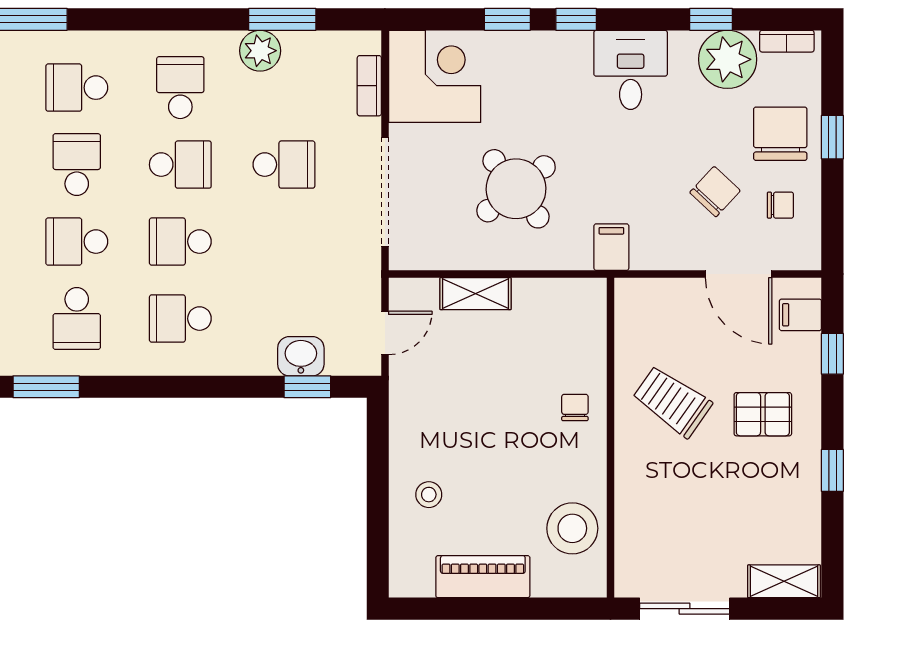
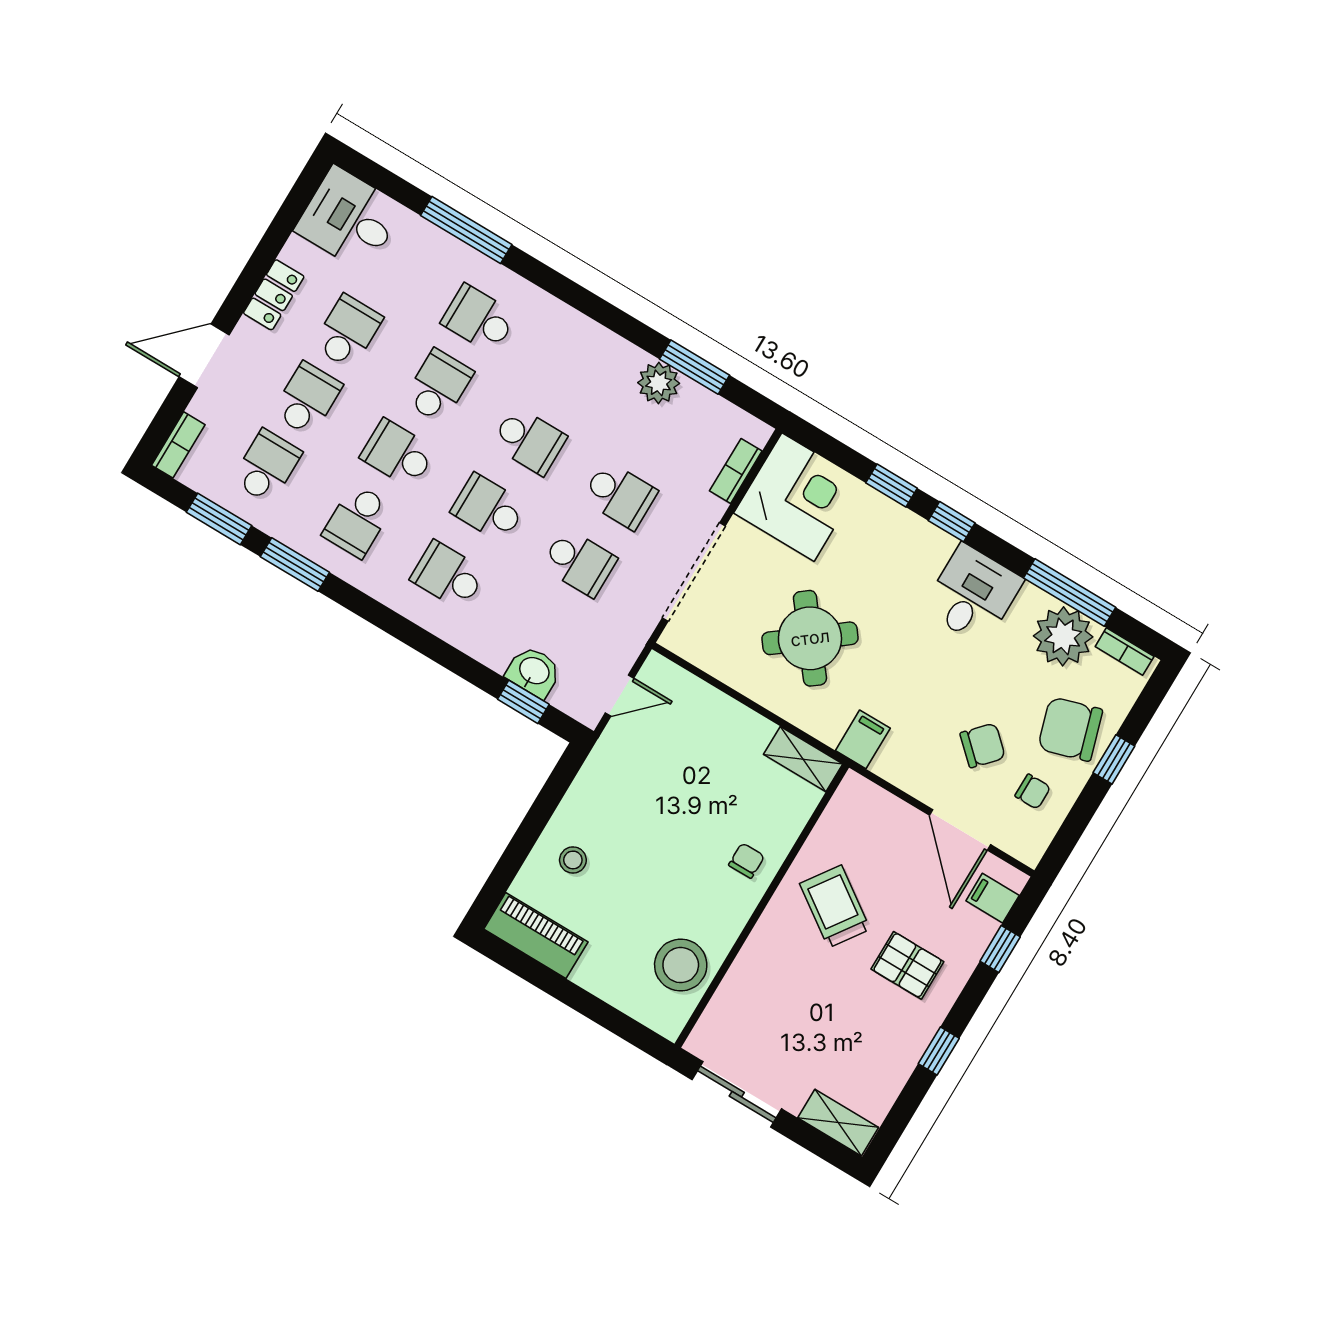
window: (711, 19) -> (1070, 593), width x2.17
school desk: (180, 88) -> (579, 562), moved, turned 90
chair: (780, 134) -> (1070, 729), turned -107
shelving: (476, 294) -> (803, 759), moved
piano: (483, 577) -> (536, 935), moved

